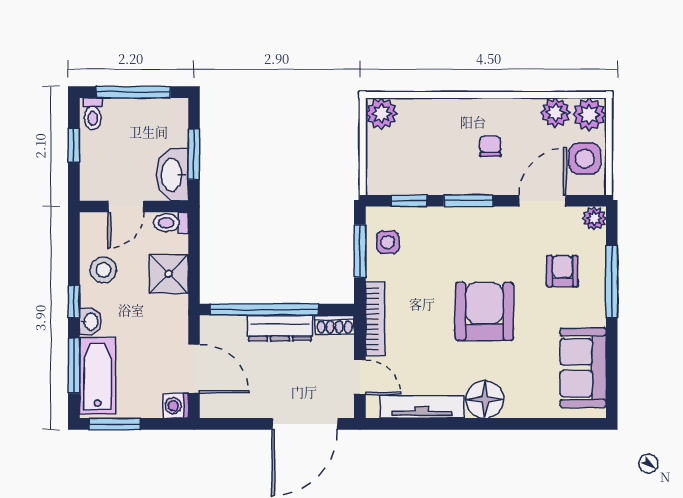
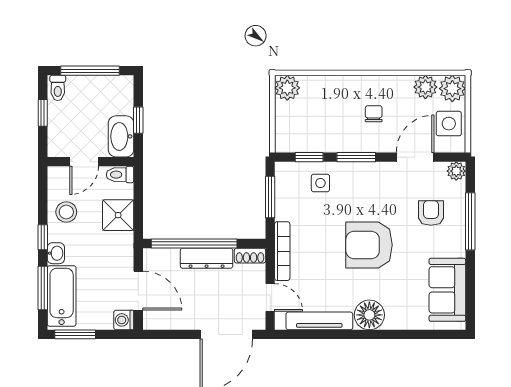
window: (194, 154) -> (138, 120), width x0.67
side table: (388, 242) -> (320, 183), moved
armchair: (484, 311) -> (369, 245), turned -90

